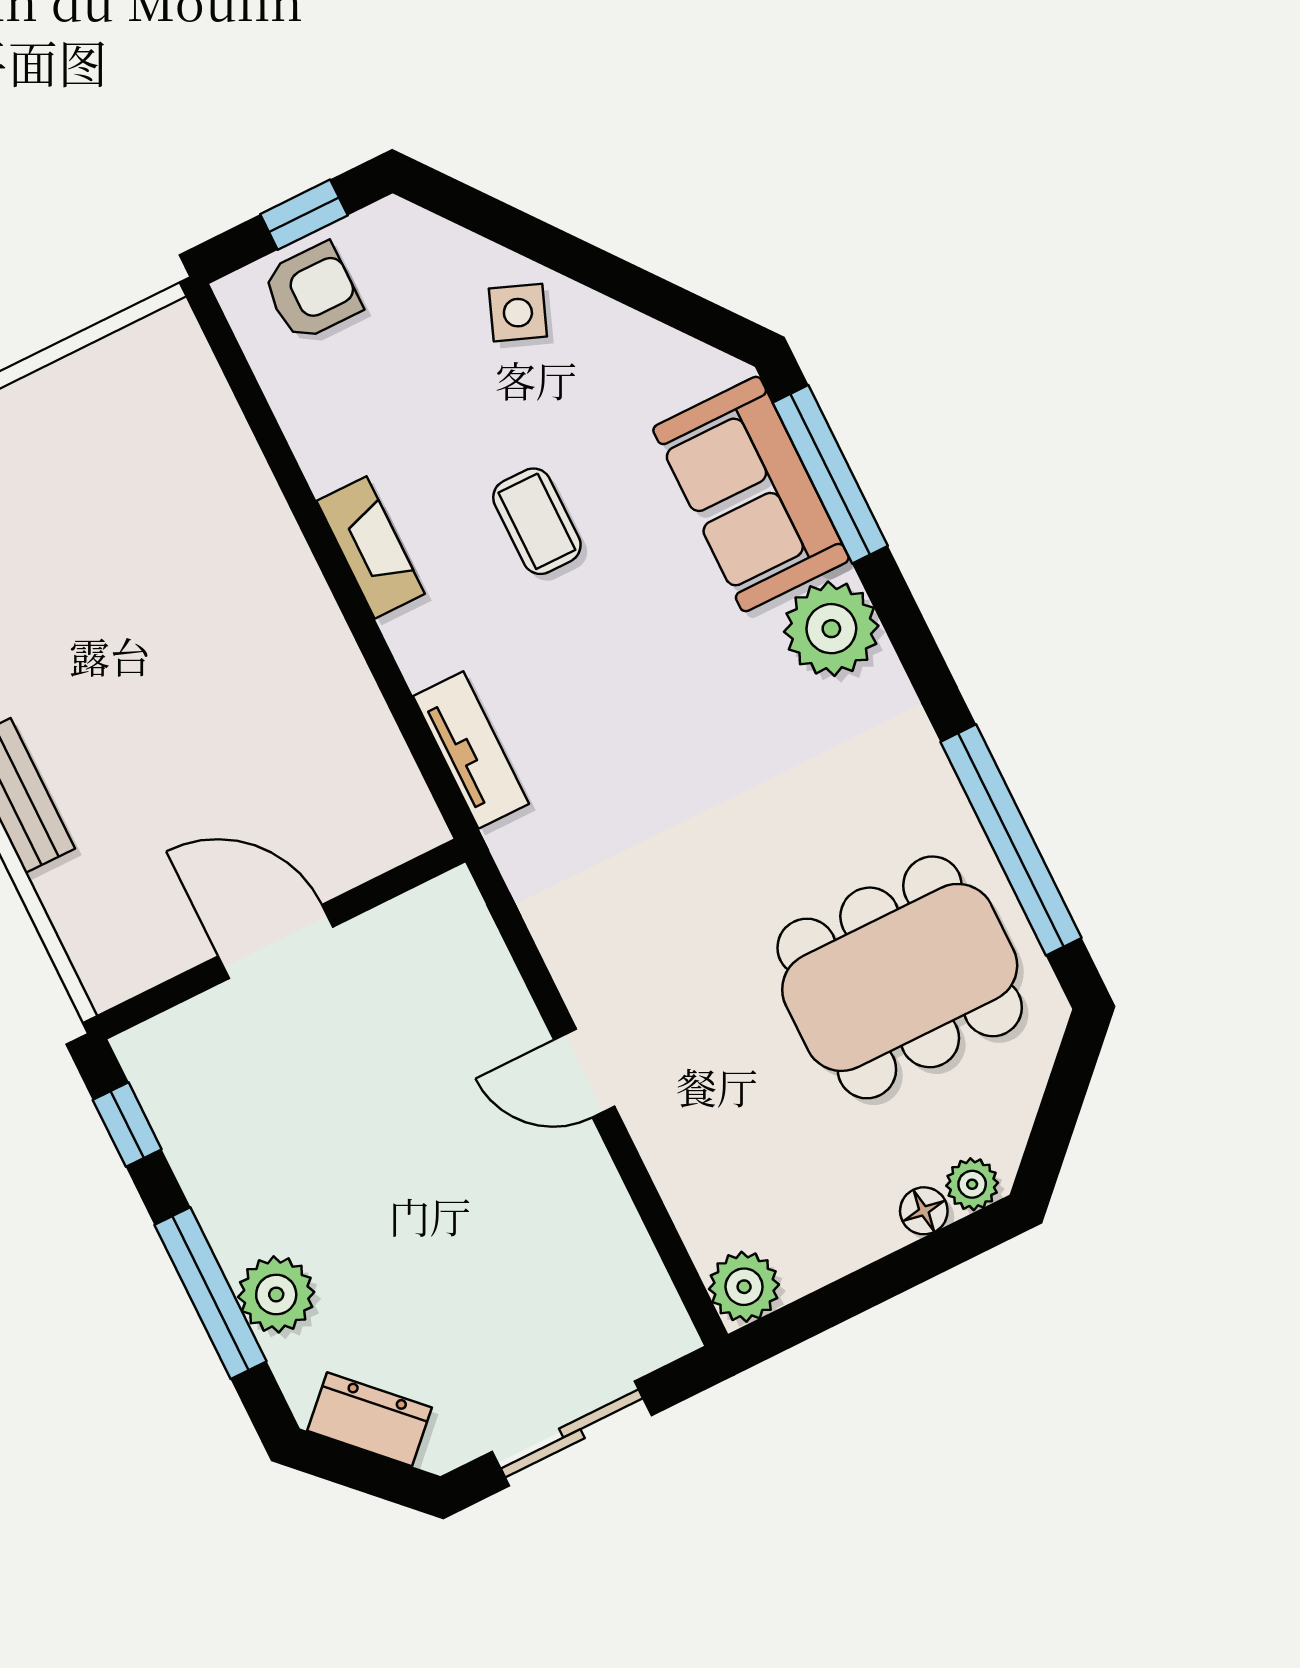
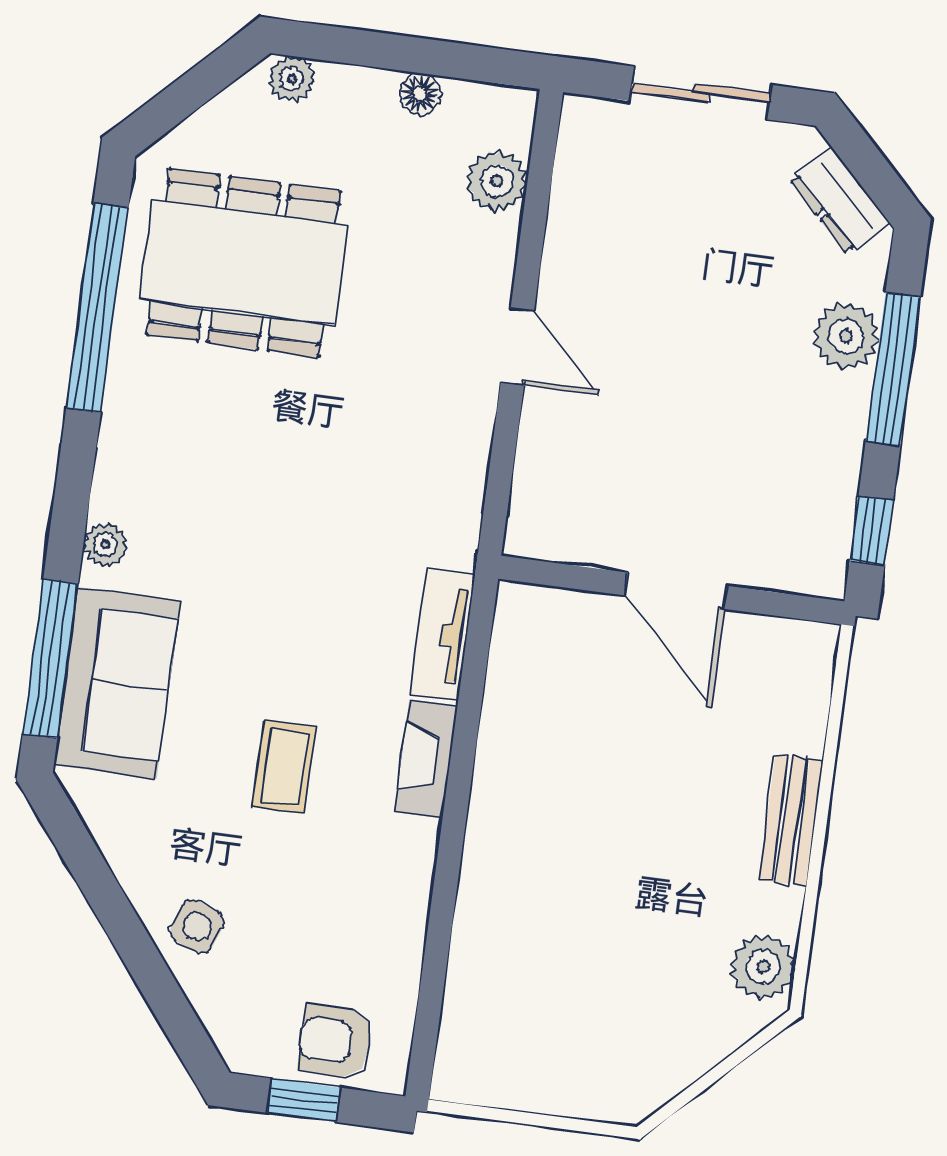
fireplace: (371, 547) -> (426, 759), moved
plant: (831, 629) -> (105, 544), width x0.53, depth x0.53
floor lamp: (924, 1211) -> (420, 94), moved
plant: (744, 1287) -> (497, 181), moved

